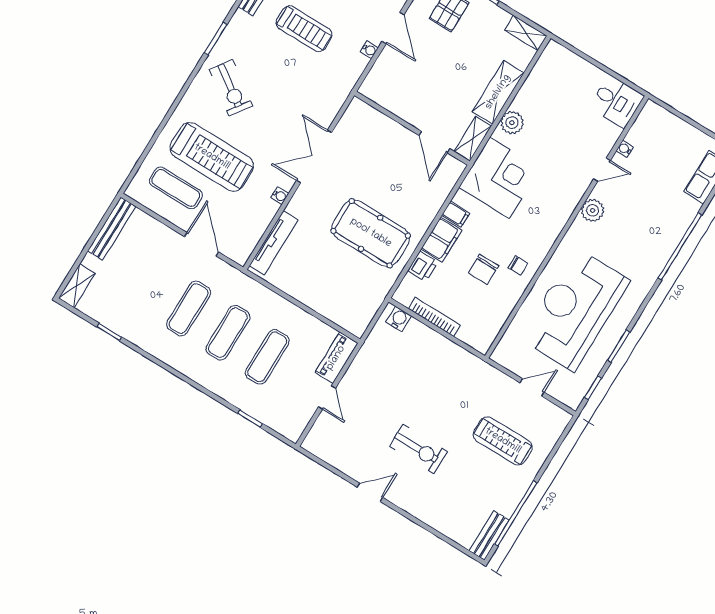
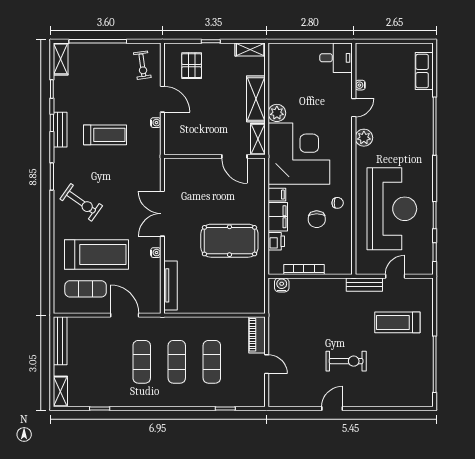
corner desk: (499, 178) -> (299, 154), width x1.36, depth x1.36
reception desk: (575, 309) -> (392, 209), turned 180
bench: (489, 535) -> (364, 285), moved, turned 90

